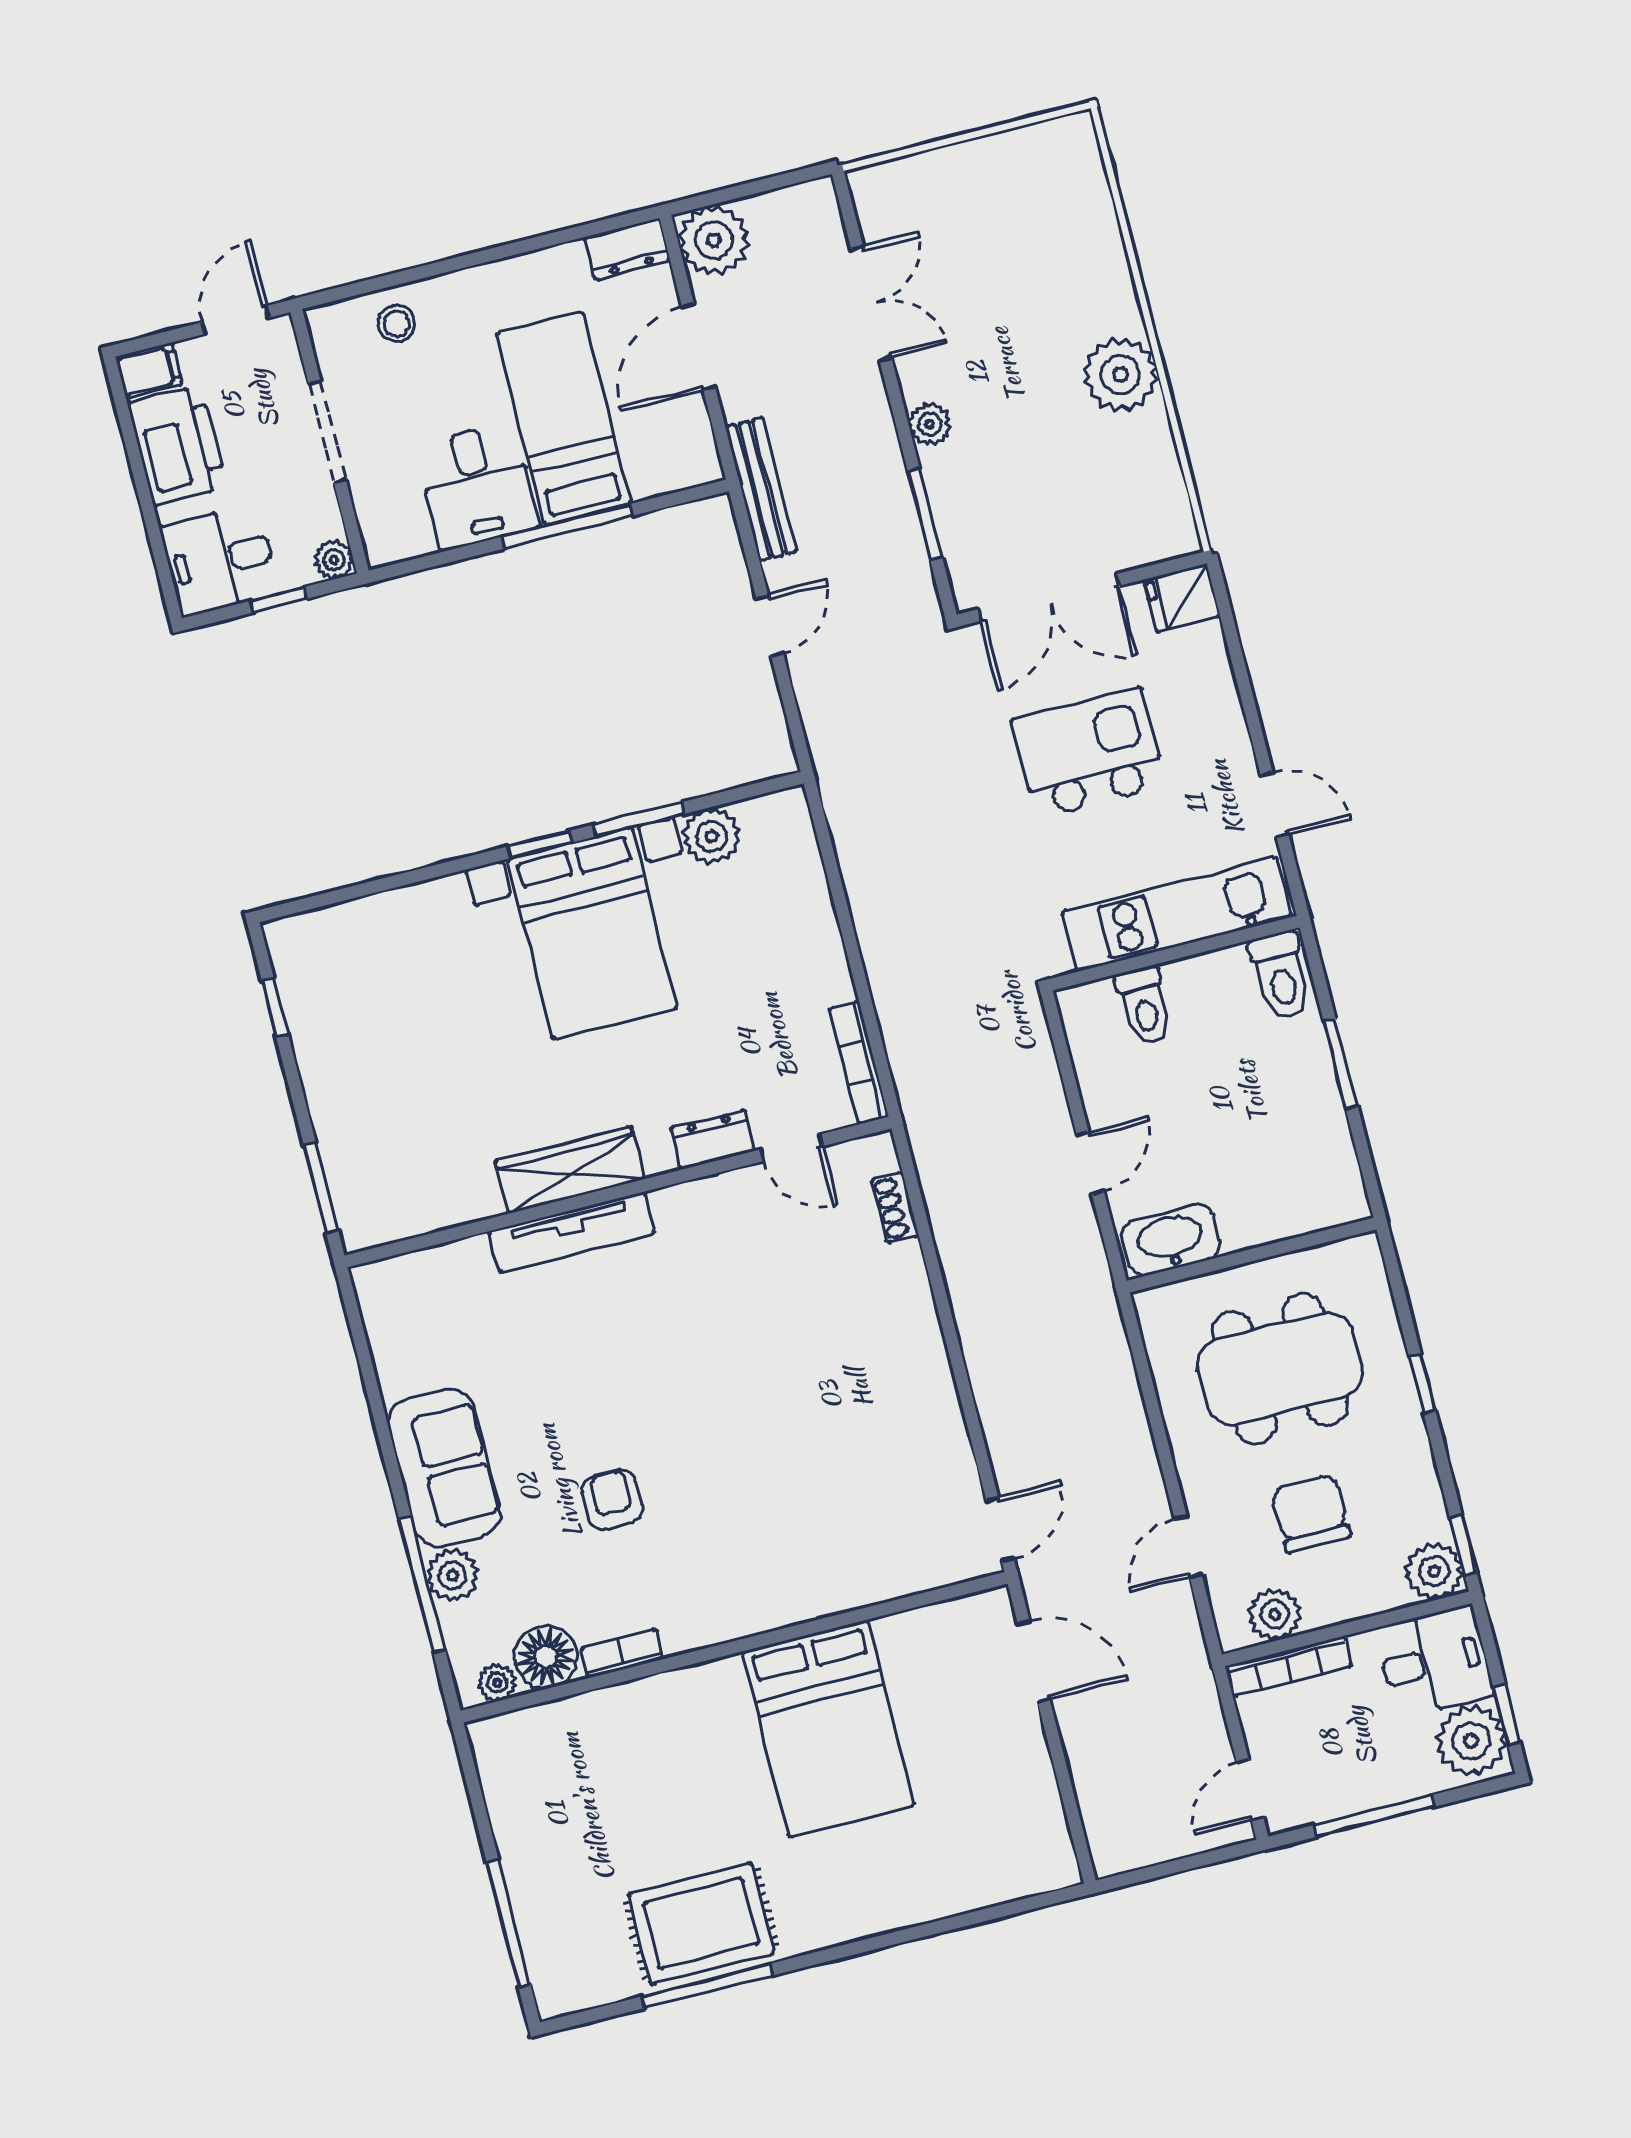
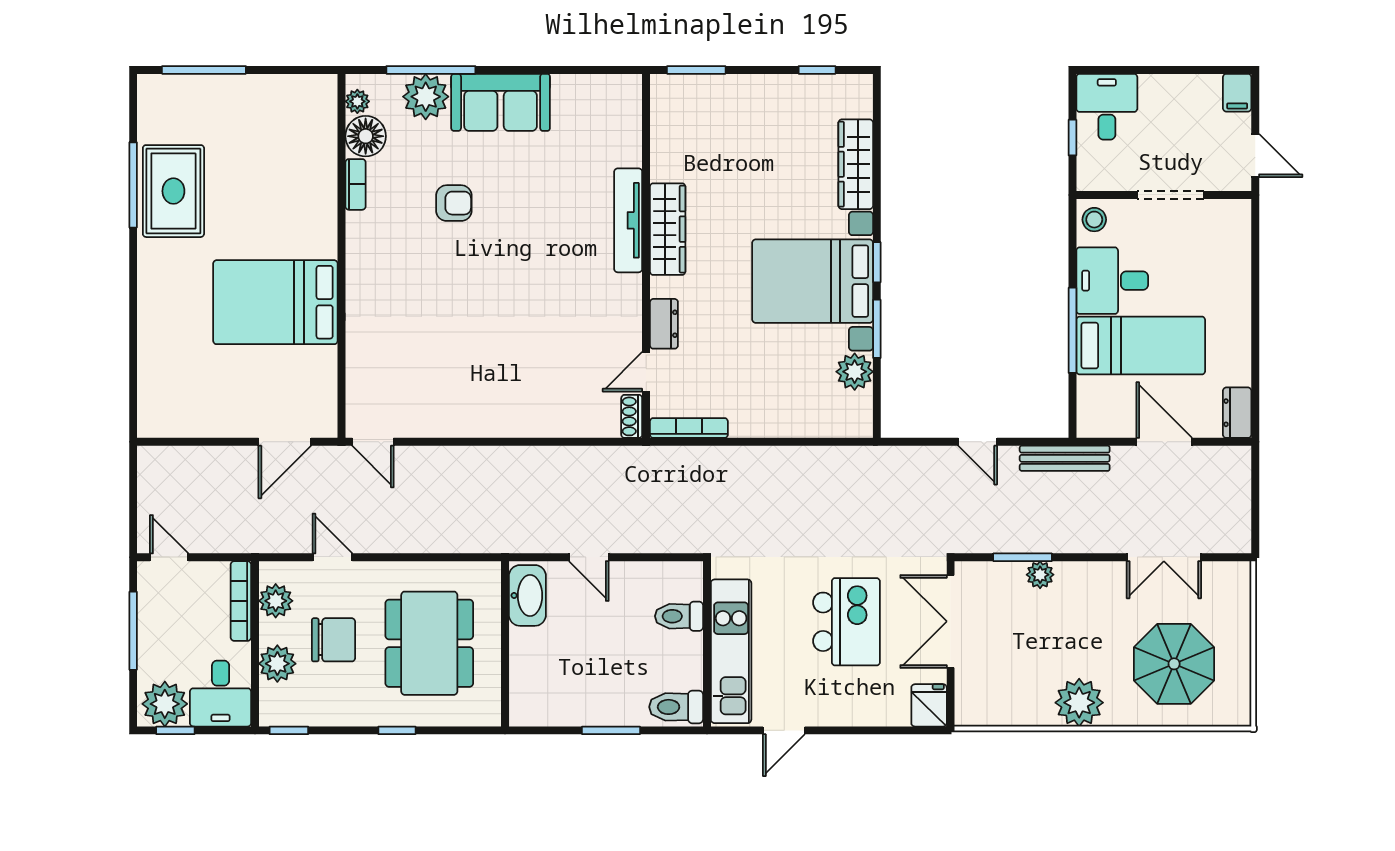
plant: (714, 240) -> (1229, 468), removed
parasol: (1027, 247) -> (1174, 664), added
stool: (396, 324) -> (1094, 220), moved
plant: (930, 424) -> (1040, 575), moved
printer: (177, 445) -> (1186, 99), removed
plant: (334, 560) -> (1089, 179), removed
wardrobe: (401, 914) -> (856, 164), added
shoe rack: (895, 1208) -> (632, 416), moved, turned -90
plant: (1434, 1571) -> (277, 664), moved
plant: (453, 1575) -> (426, 97), width x1.36, depth x1.36

